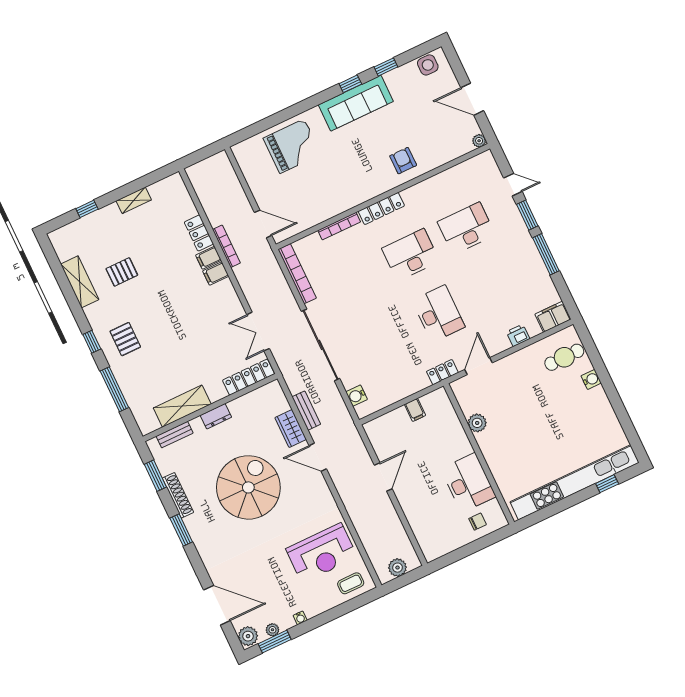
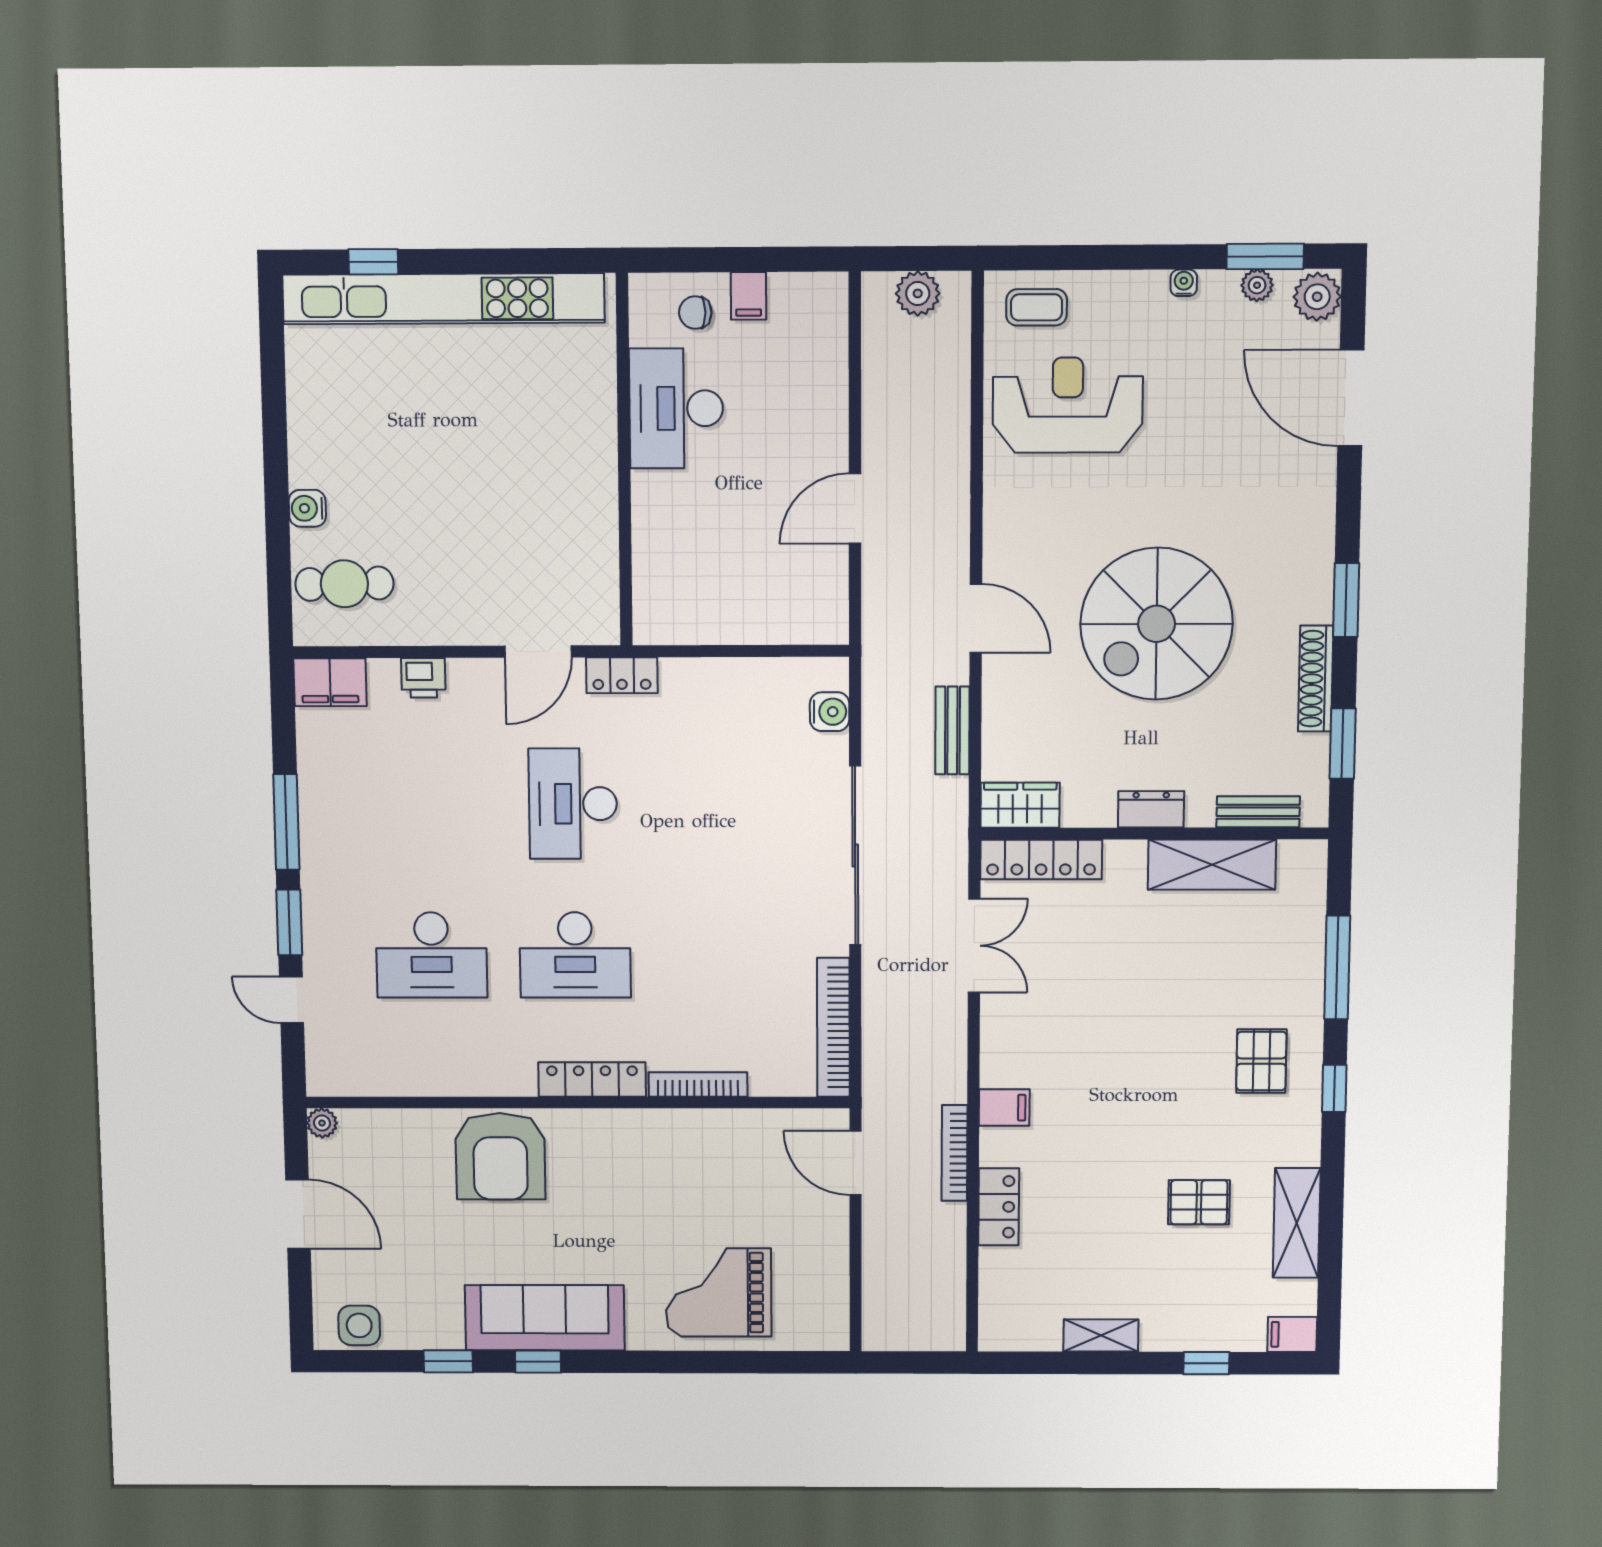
armchair: (403, 161) -> (500, 1156), width x1.88, depth x1.88
filing cabinet: (208, 258) -> (1292, 1334), moved, turned 180
filing cabinet: (415, 410) -> (749, 296), moved, turned 180
plant: (477, 423) -> (597, 530), removed
wardrobe: (291, 428) -> (1020, 805), moved, turned -90

